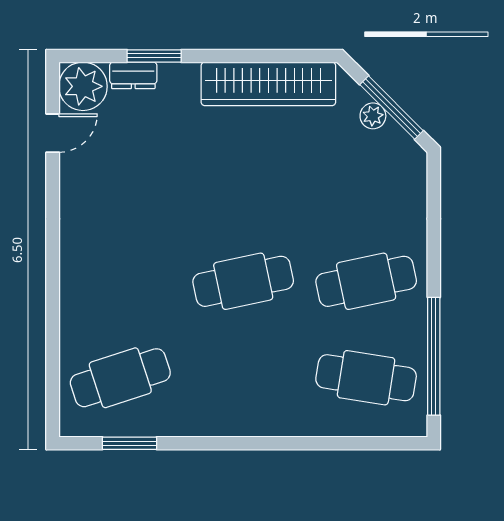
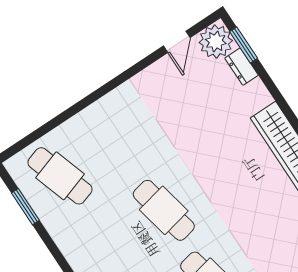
window: (154, 56) -> (244, 45), moved
door: (53, 133) -> (177, 42), hinge flipped

